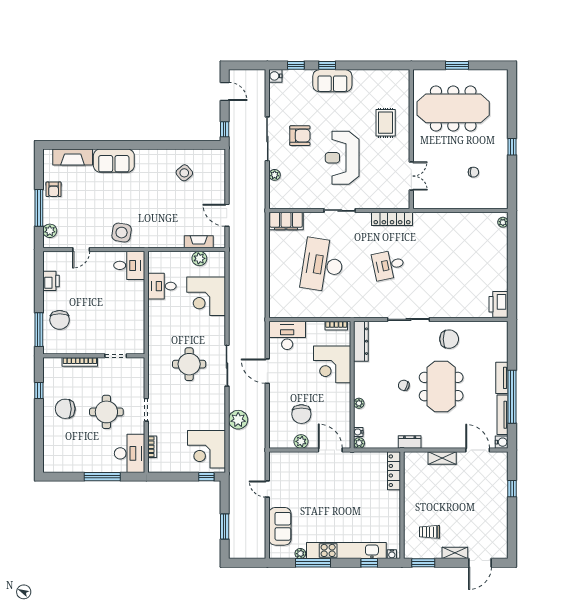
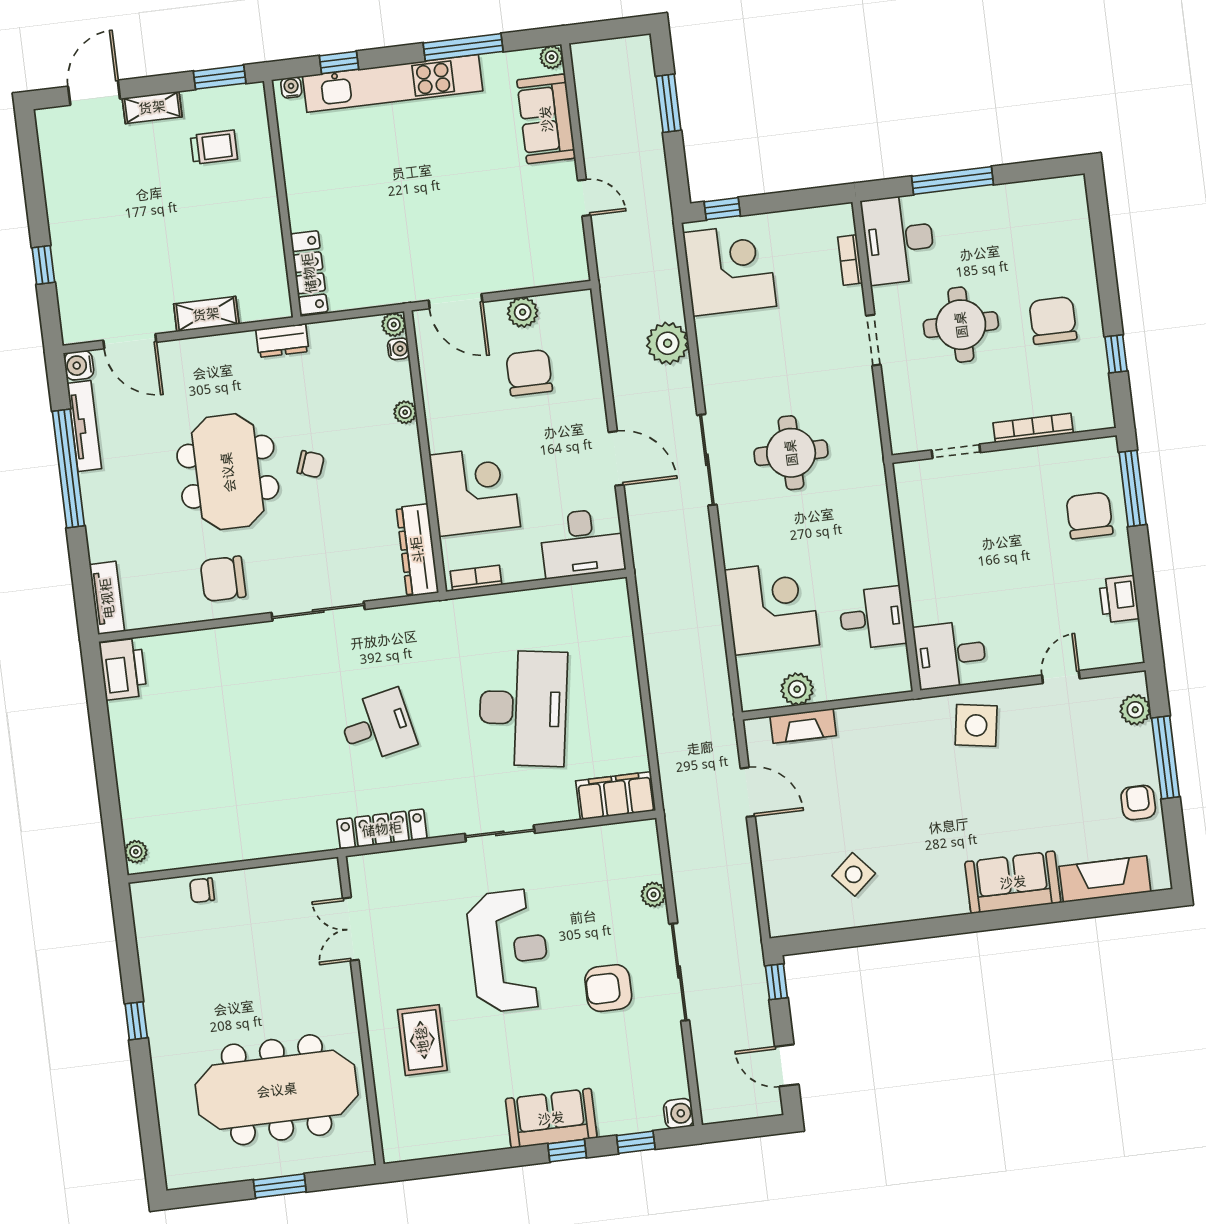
chair: (473, 172) -> (202, 890), moved
tv unit: (502, 378) -> (107, 598), moved
chair: (65, 409) -> (1053, 320), turned -90
plant: (300, 554) -> (552, 57), moved

